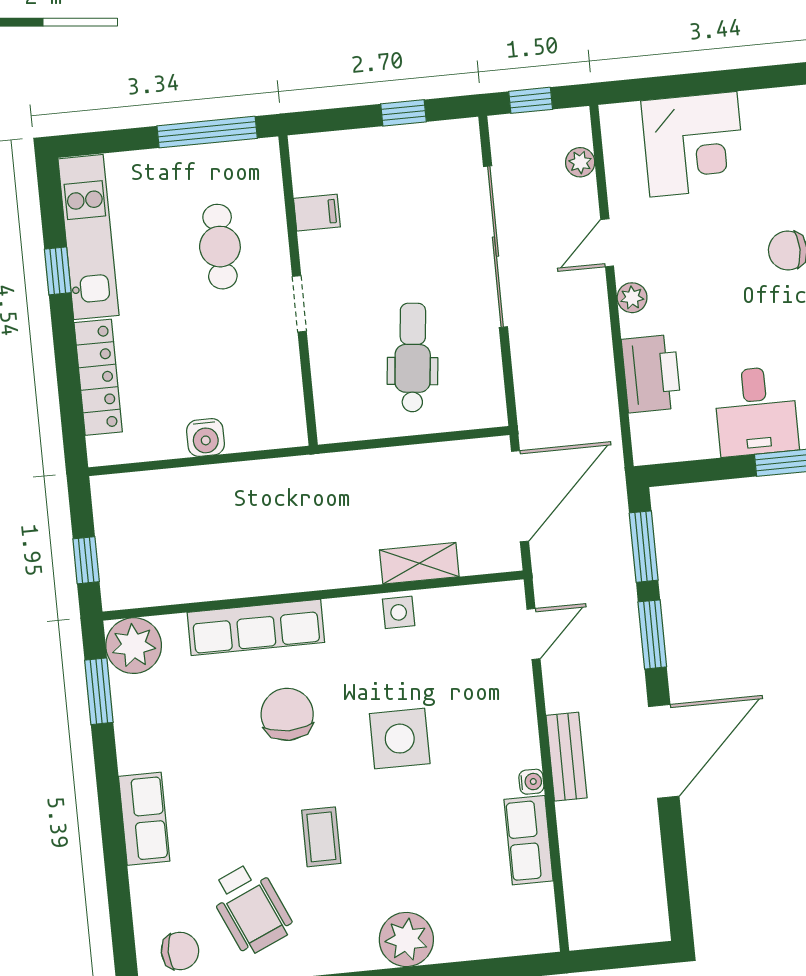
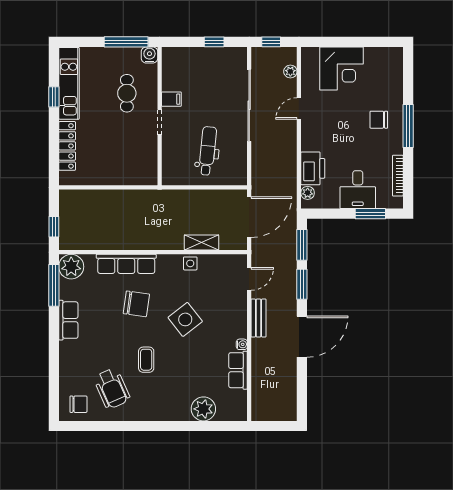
filing cabinet: (317, 213) -> (171, 99), moved
plant: (632, 298) -> (308, 193), moved
water cooler: (205, 438) -> (149, 55), moved, turned 180
window: (99, 691) -> (54, 285), width x1.44
chair: (287, 714) -> (136, 304), turned 98
side table: (400, 739) -> (185, 319), turned -38
bench: (567, 757) -> (258, 318), moved
row of seats: (144, 819) -> (68, 320), moved
plant: (406, 939) -> (203, 409), moved

